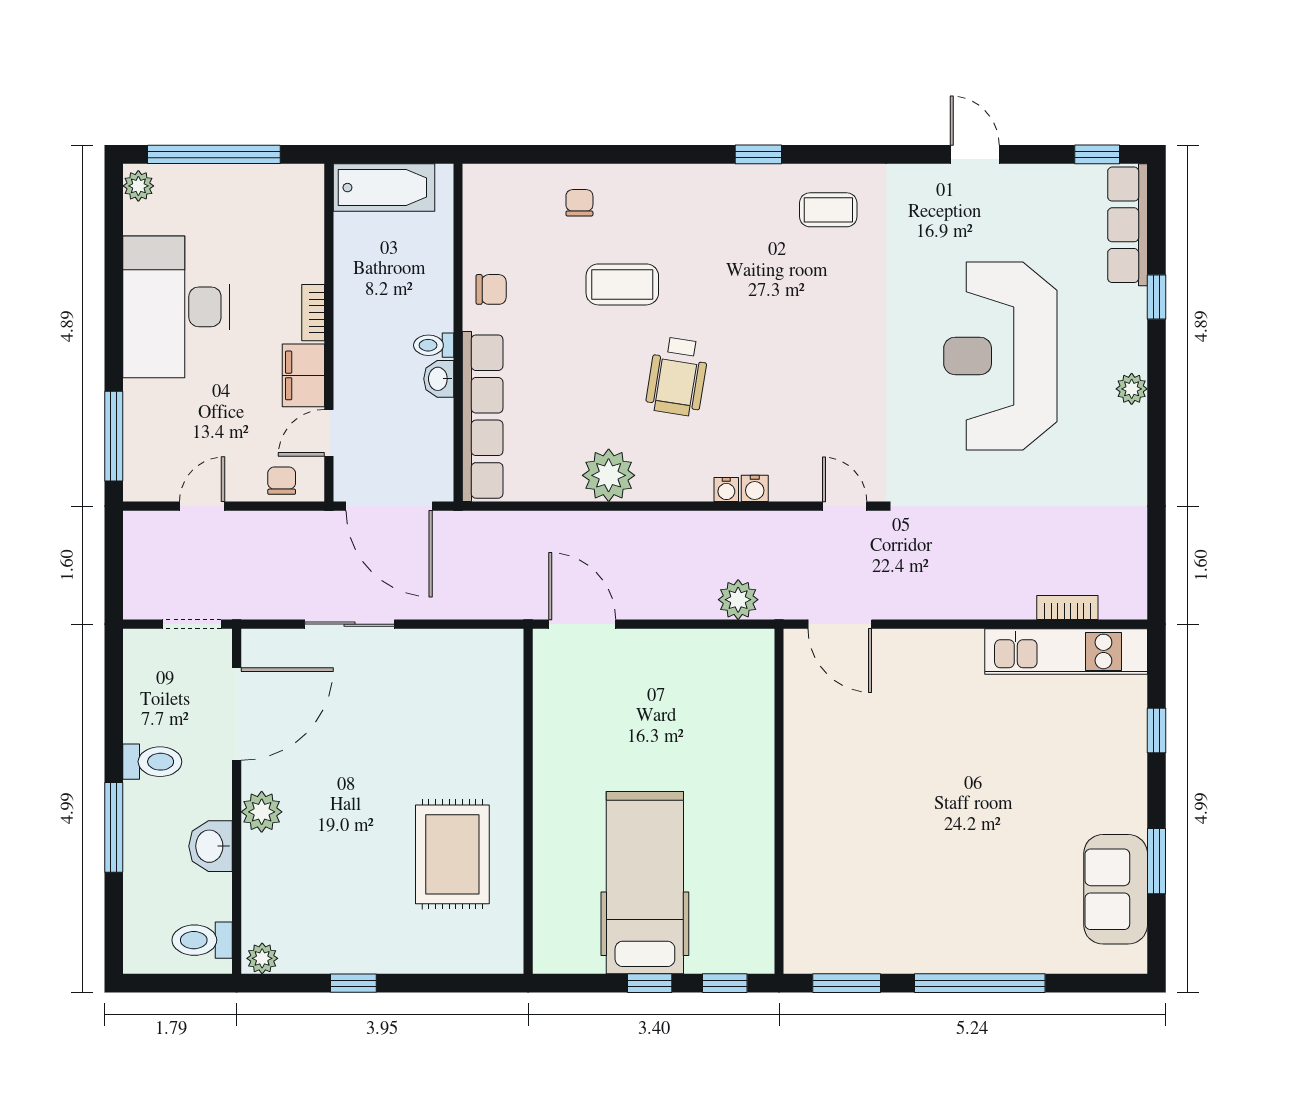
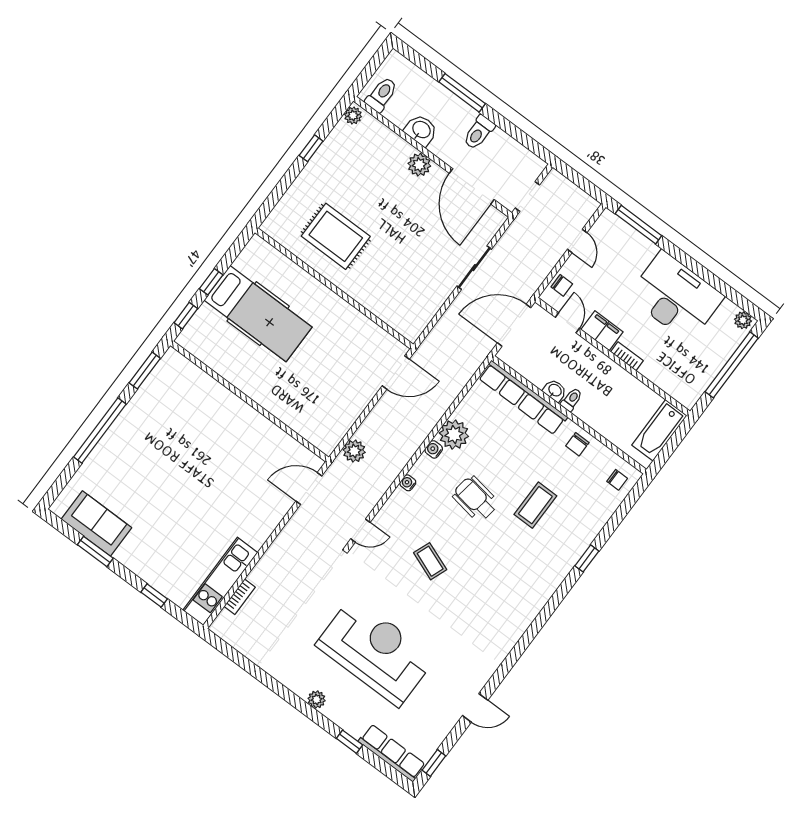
window: (758, 154) -> (587, 558), moved
chair: (579, 203) -> (617, 480), moved
coffee table: (828, 210) -> (430, 561), moved, turned -69
water cooler: (755, 488) -> (434, 449), moved

